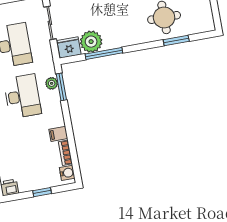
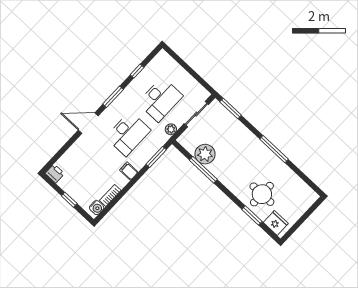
fridge: (69, 47) -> (276, 223), moved
plant: (52, 83) -> (171, 129), moved
filing cabinet: (58, 134) -> (129, 171), moved

